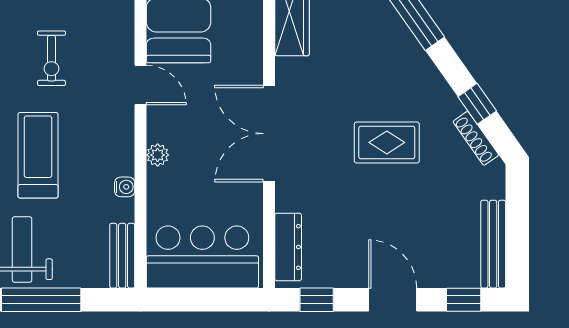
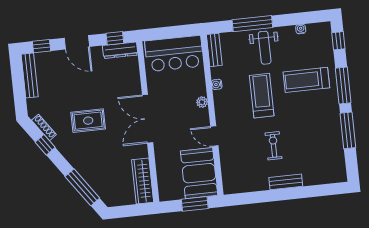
exercise bike: (51, 58) -> (274, 146), moved
double door: (269, 134) -> (148, 119), swing flipped
treadmill: (38, 155) -> (262, 96), turned 180
dresser: (288, 247) -> (120, 50), moved, turned -90

